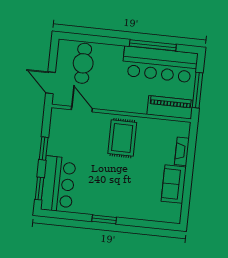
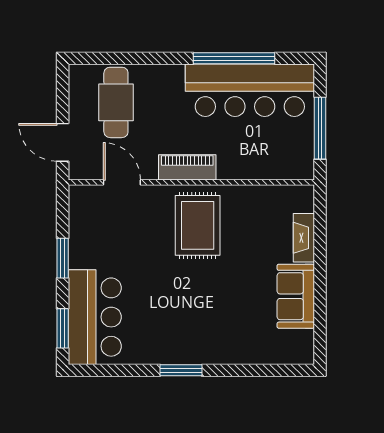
piano: (170, 107) -> (187, 167), moved, width x0.73, depth x0.75

